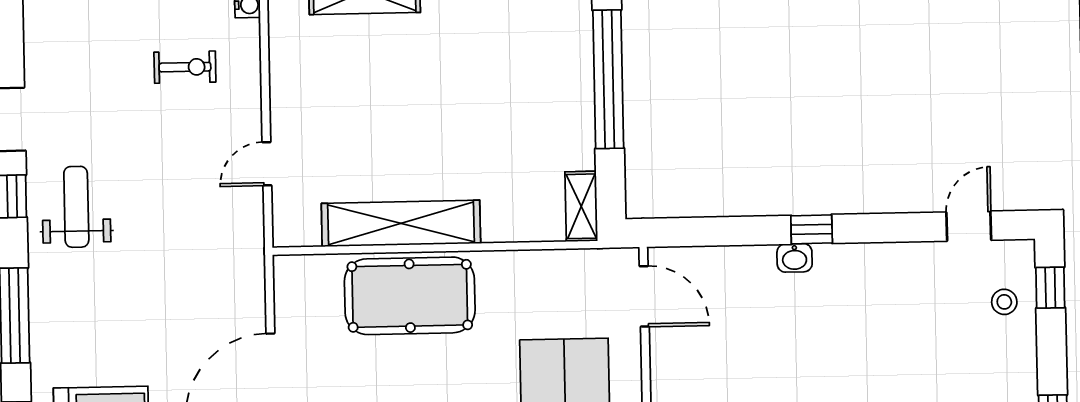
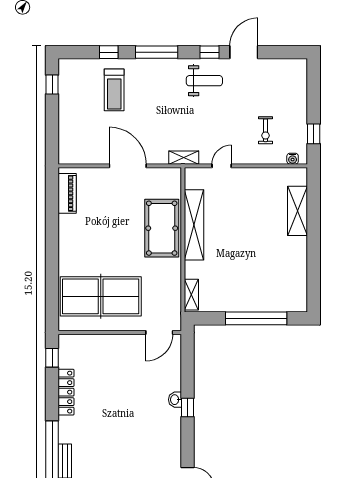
door: (267, 164) -> (222, 166), hinge flipped
shelving: (581, 206) -> (191, 295), moved, turned 90
shelving: (250, 250) -> (184, 158), added

